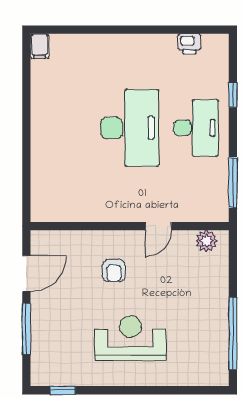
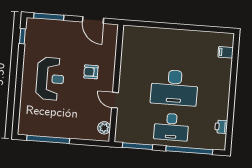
filing cabinet: (40, 46) -> (226, 52), moved
window: (233, 95) -> (189, 150), width x3.17
window: (26, 329) -> (49, 17), moved

